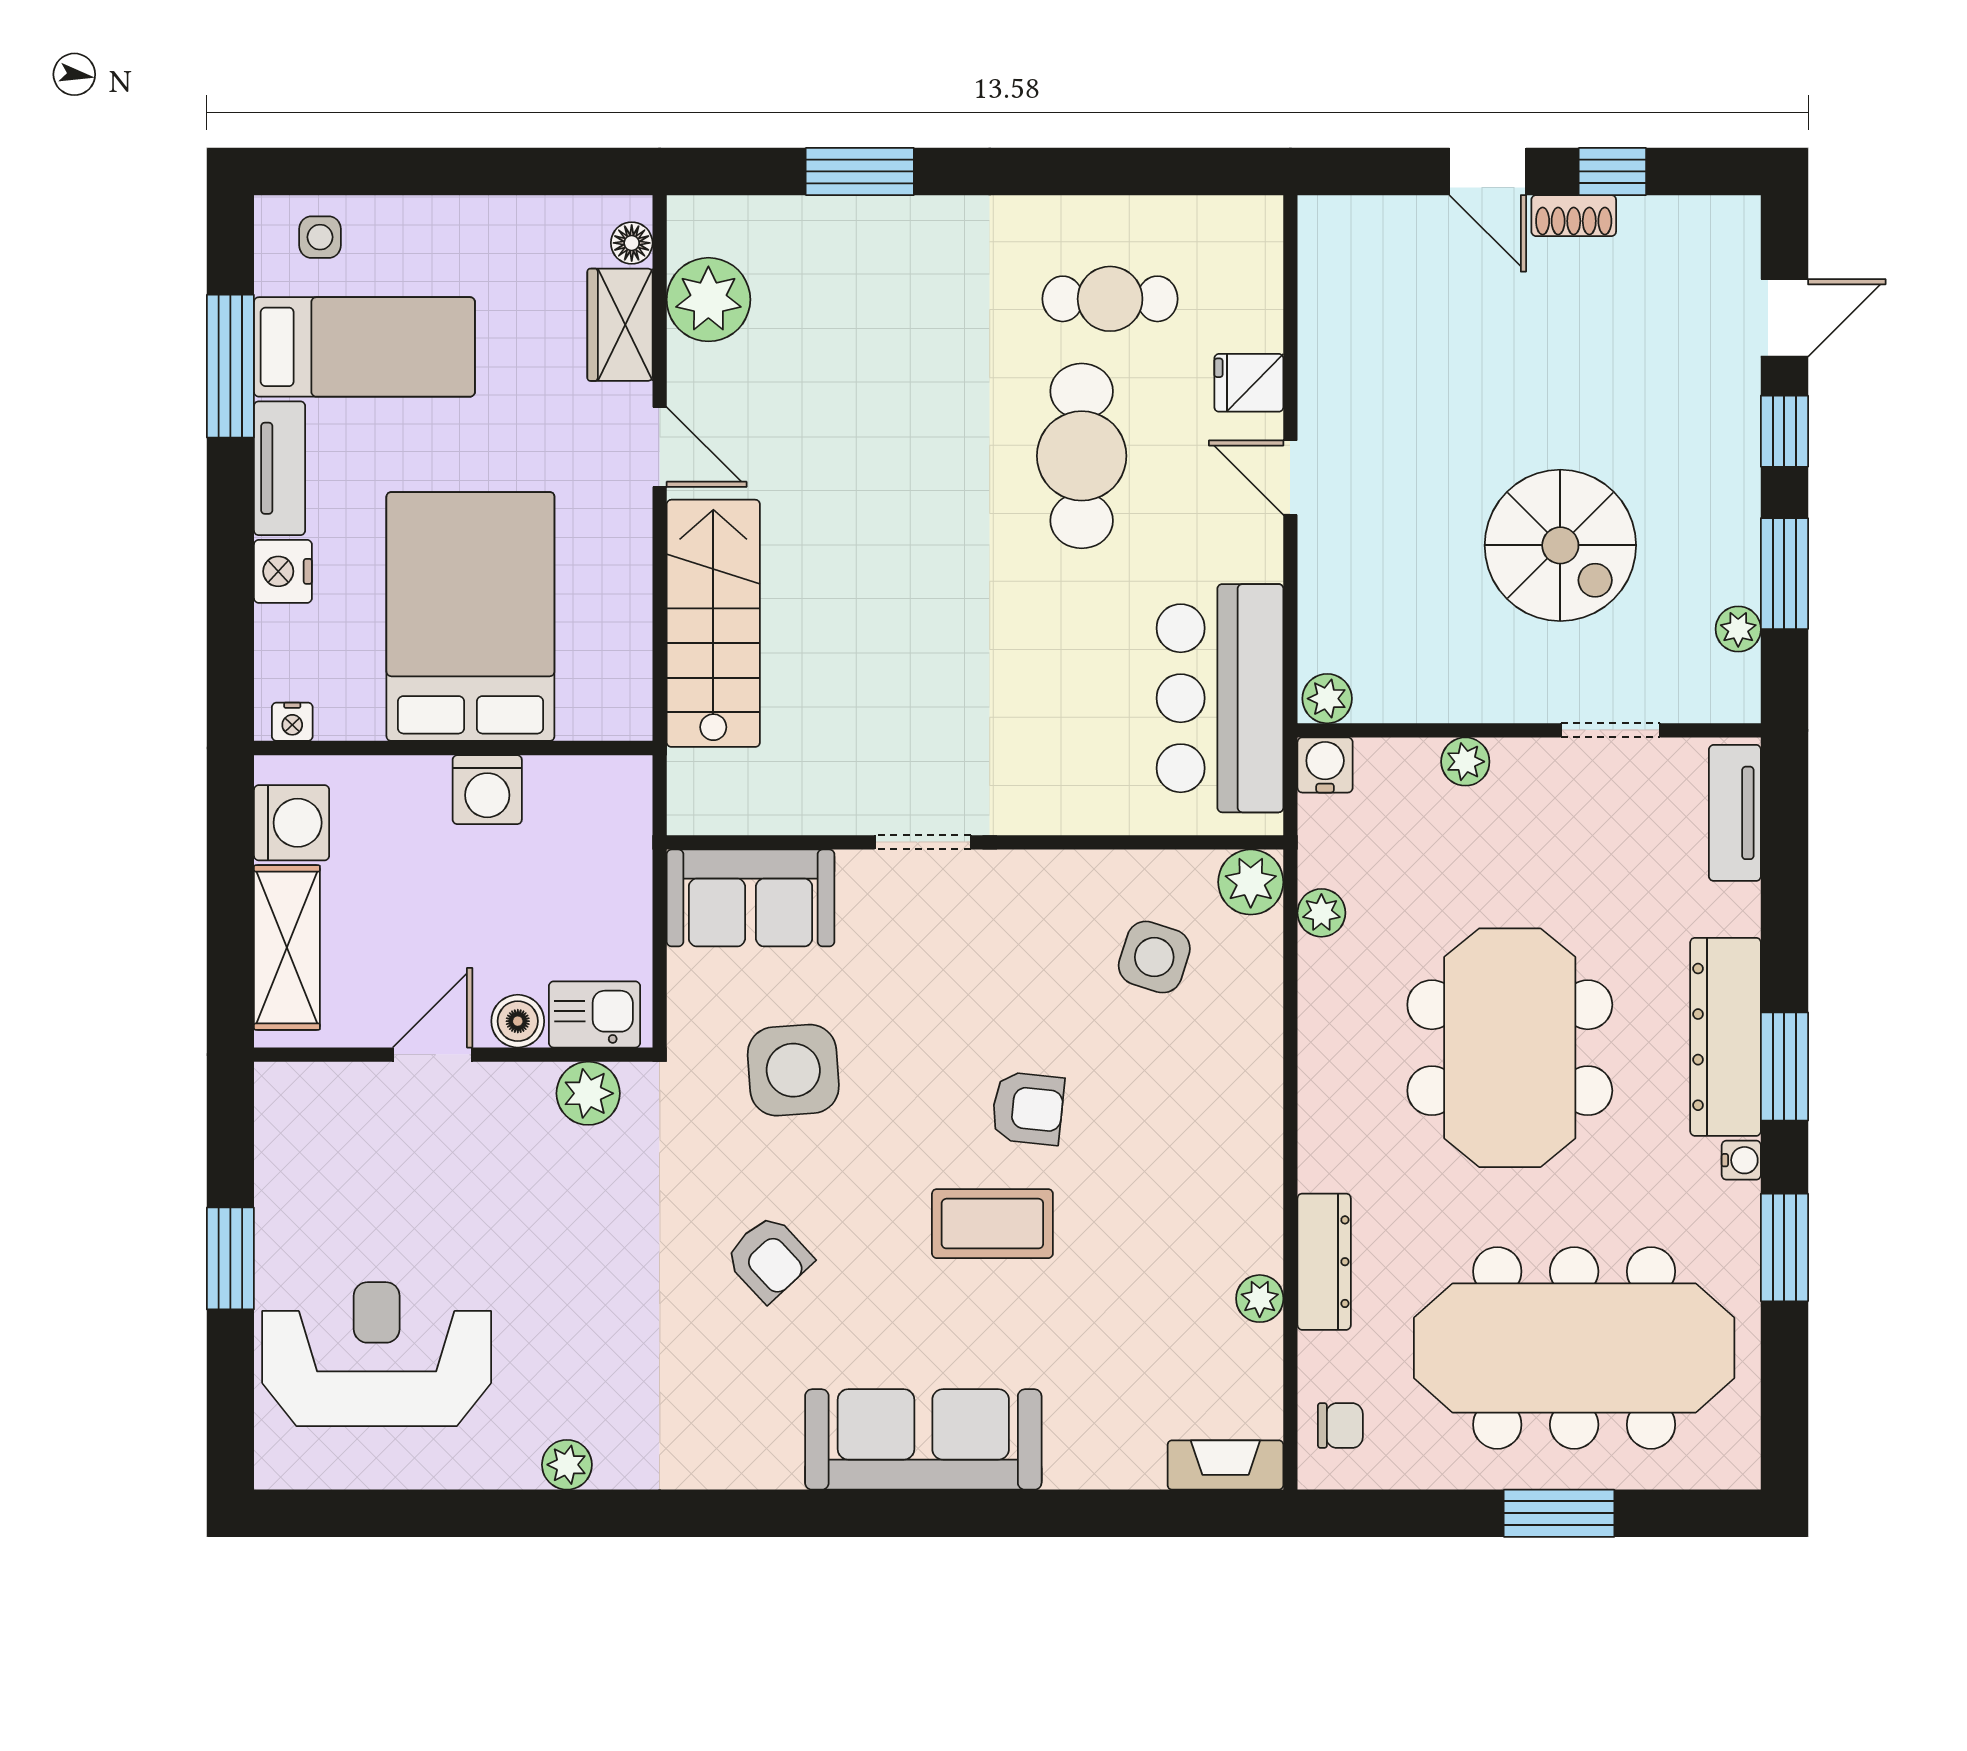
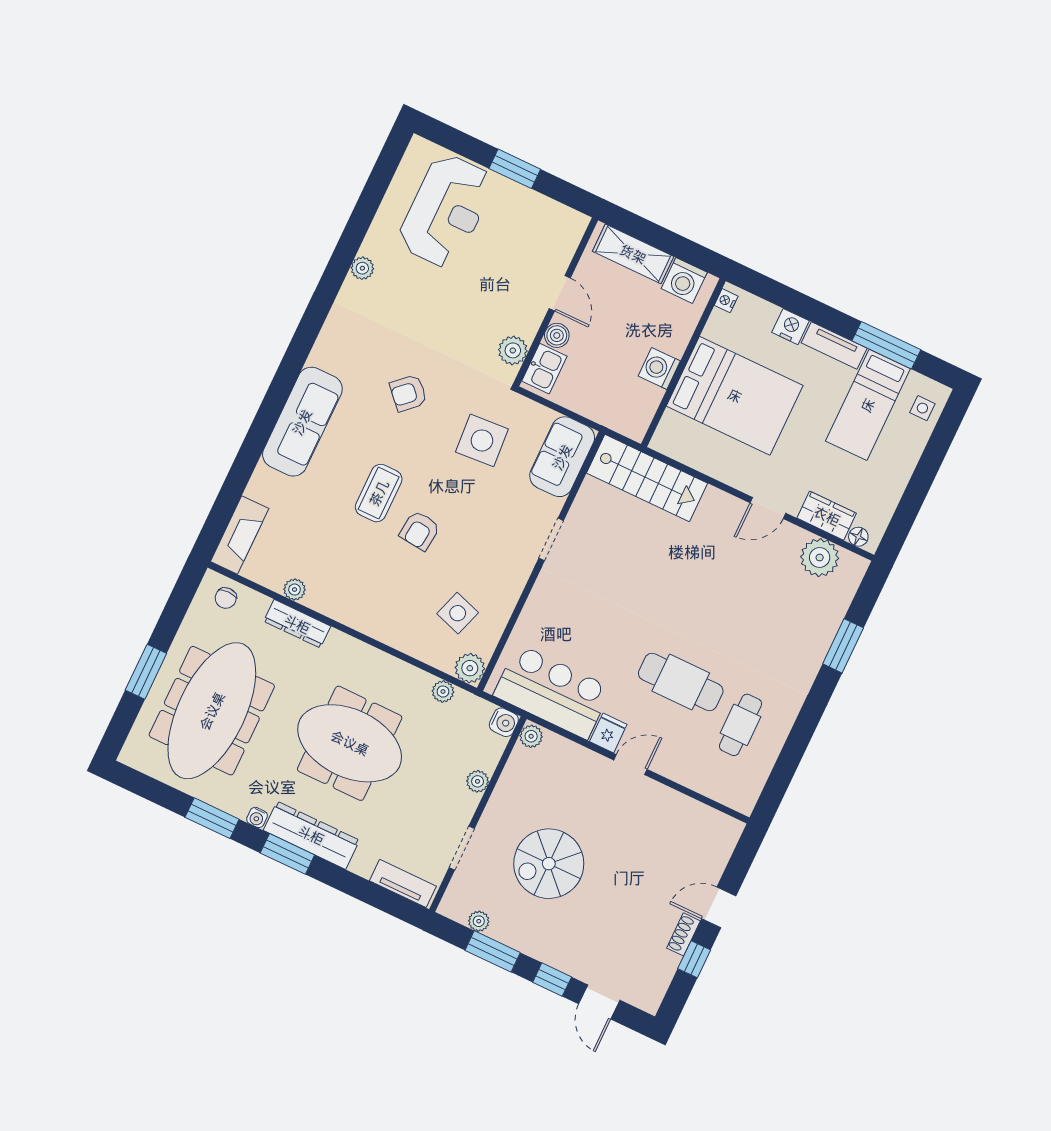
fridge: (1249, 383) -> (608, 733), moved
stairs: (713, 623) -> (647, 478), moved
fireplace: (1225, 1465) -> (240, 535), width x1.37, depth x1.32

